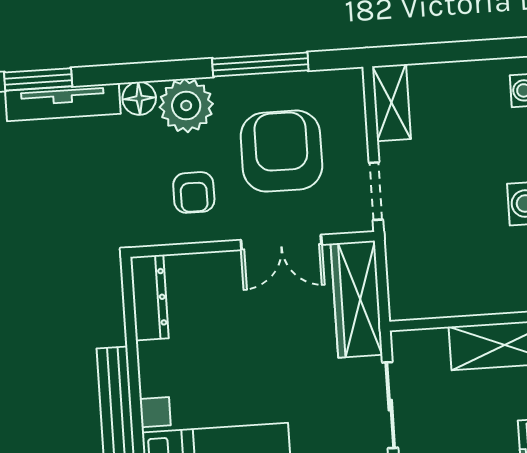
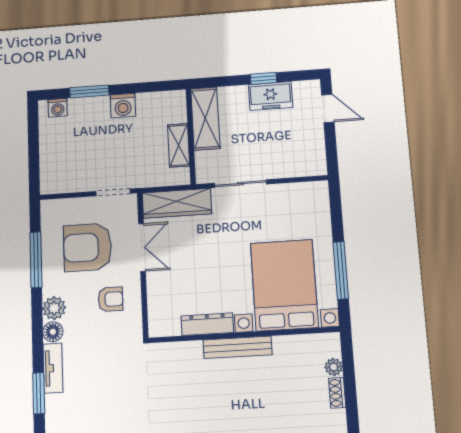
tv unit: (63, 102) -> (53, 368), width x0.71
shelving: (391, 103) -> (179, 145), moved, turned 90
plant: (186, 106) -> (54, 308), width x0.73, depth x0.73
dresser: (149, 298) -> (207, 324), moved

